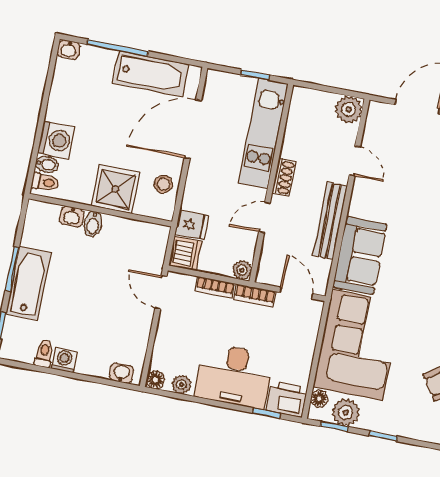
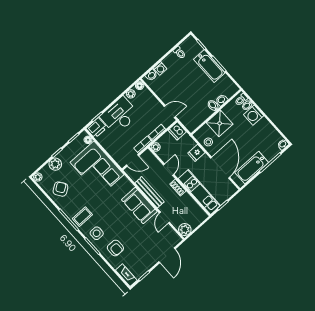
door: (355, 161) -> (164, 218), hinge flipped
fridge: (192, 225) -> (196, 153), moved
sofa: (360, 256) -> (139, 206), moved
washing machine: (64, 360) -> (160, 68), moved
plant: (346, 412) -> (55, 164), moved

